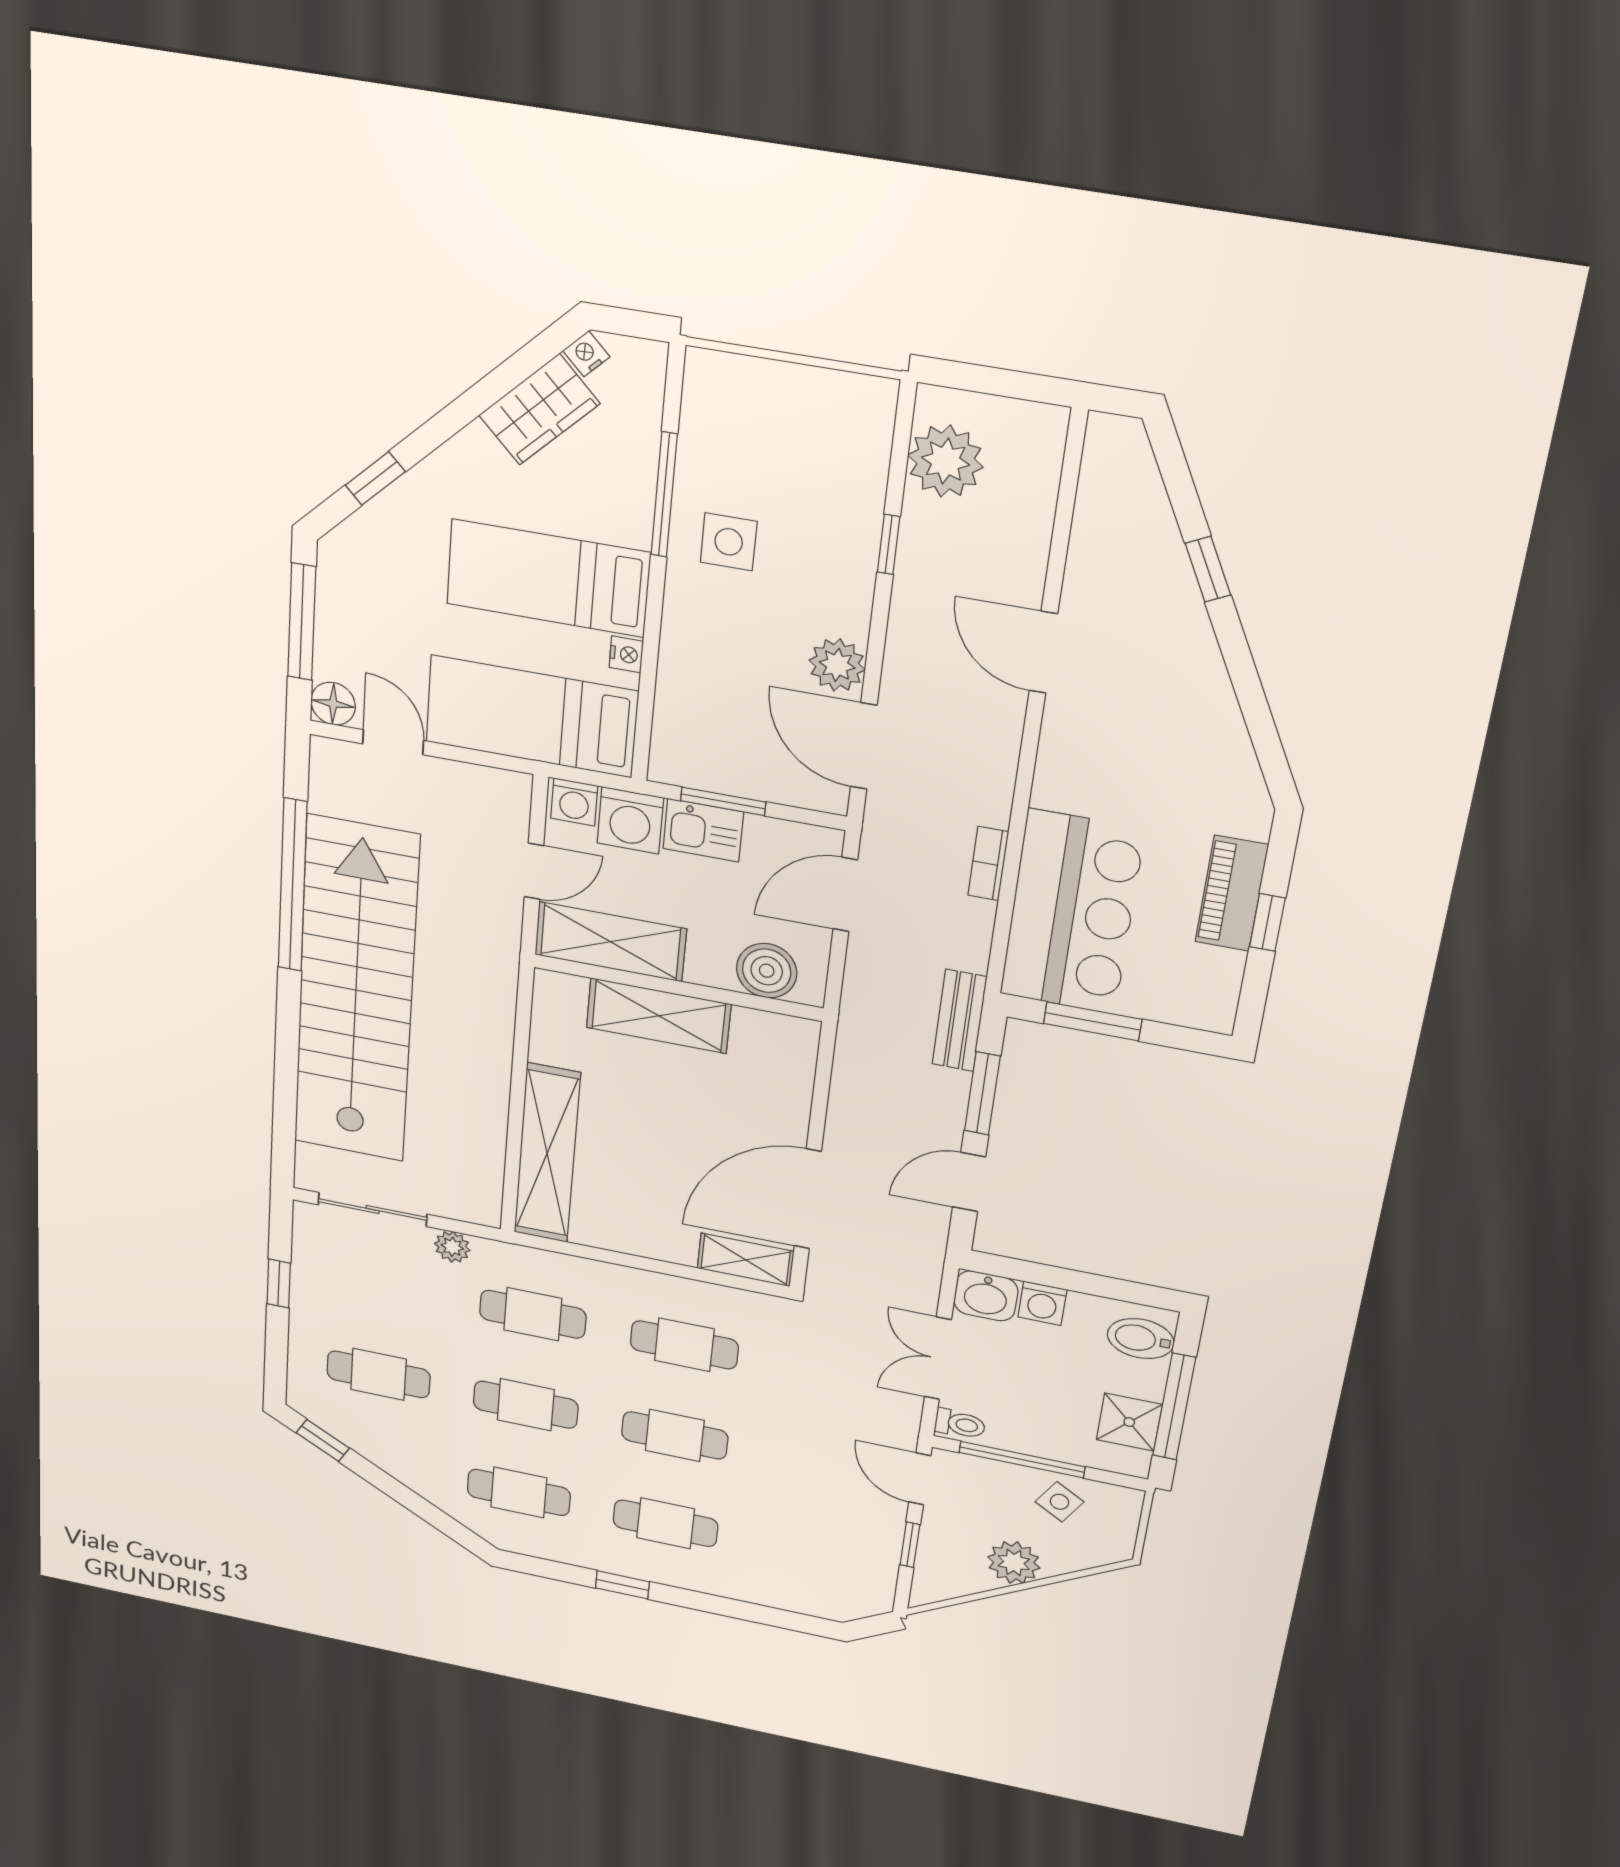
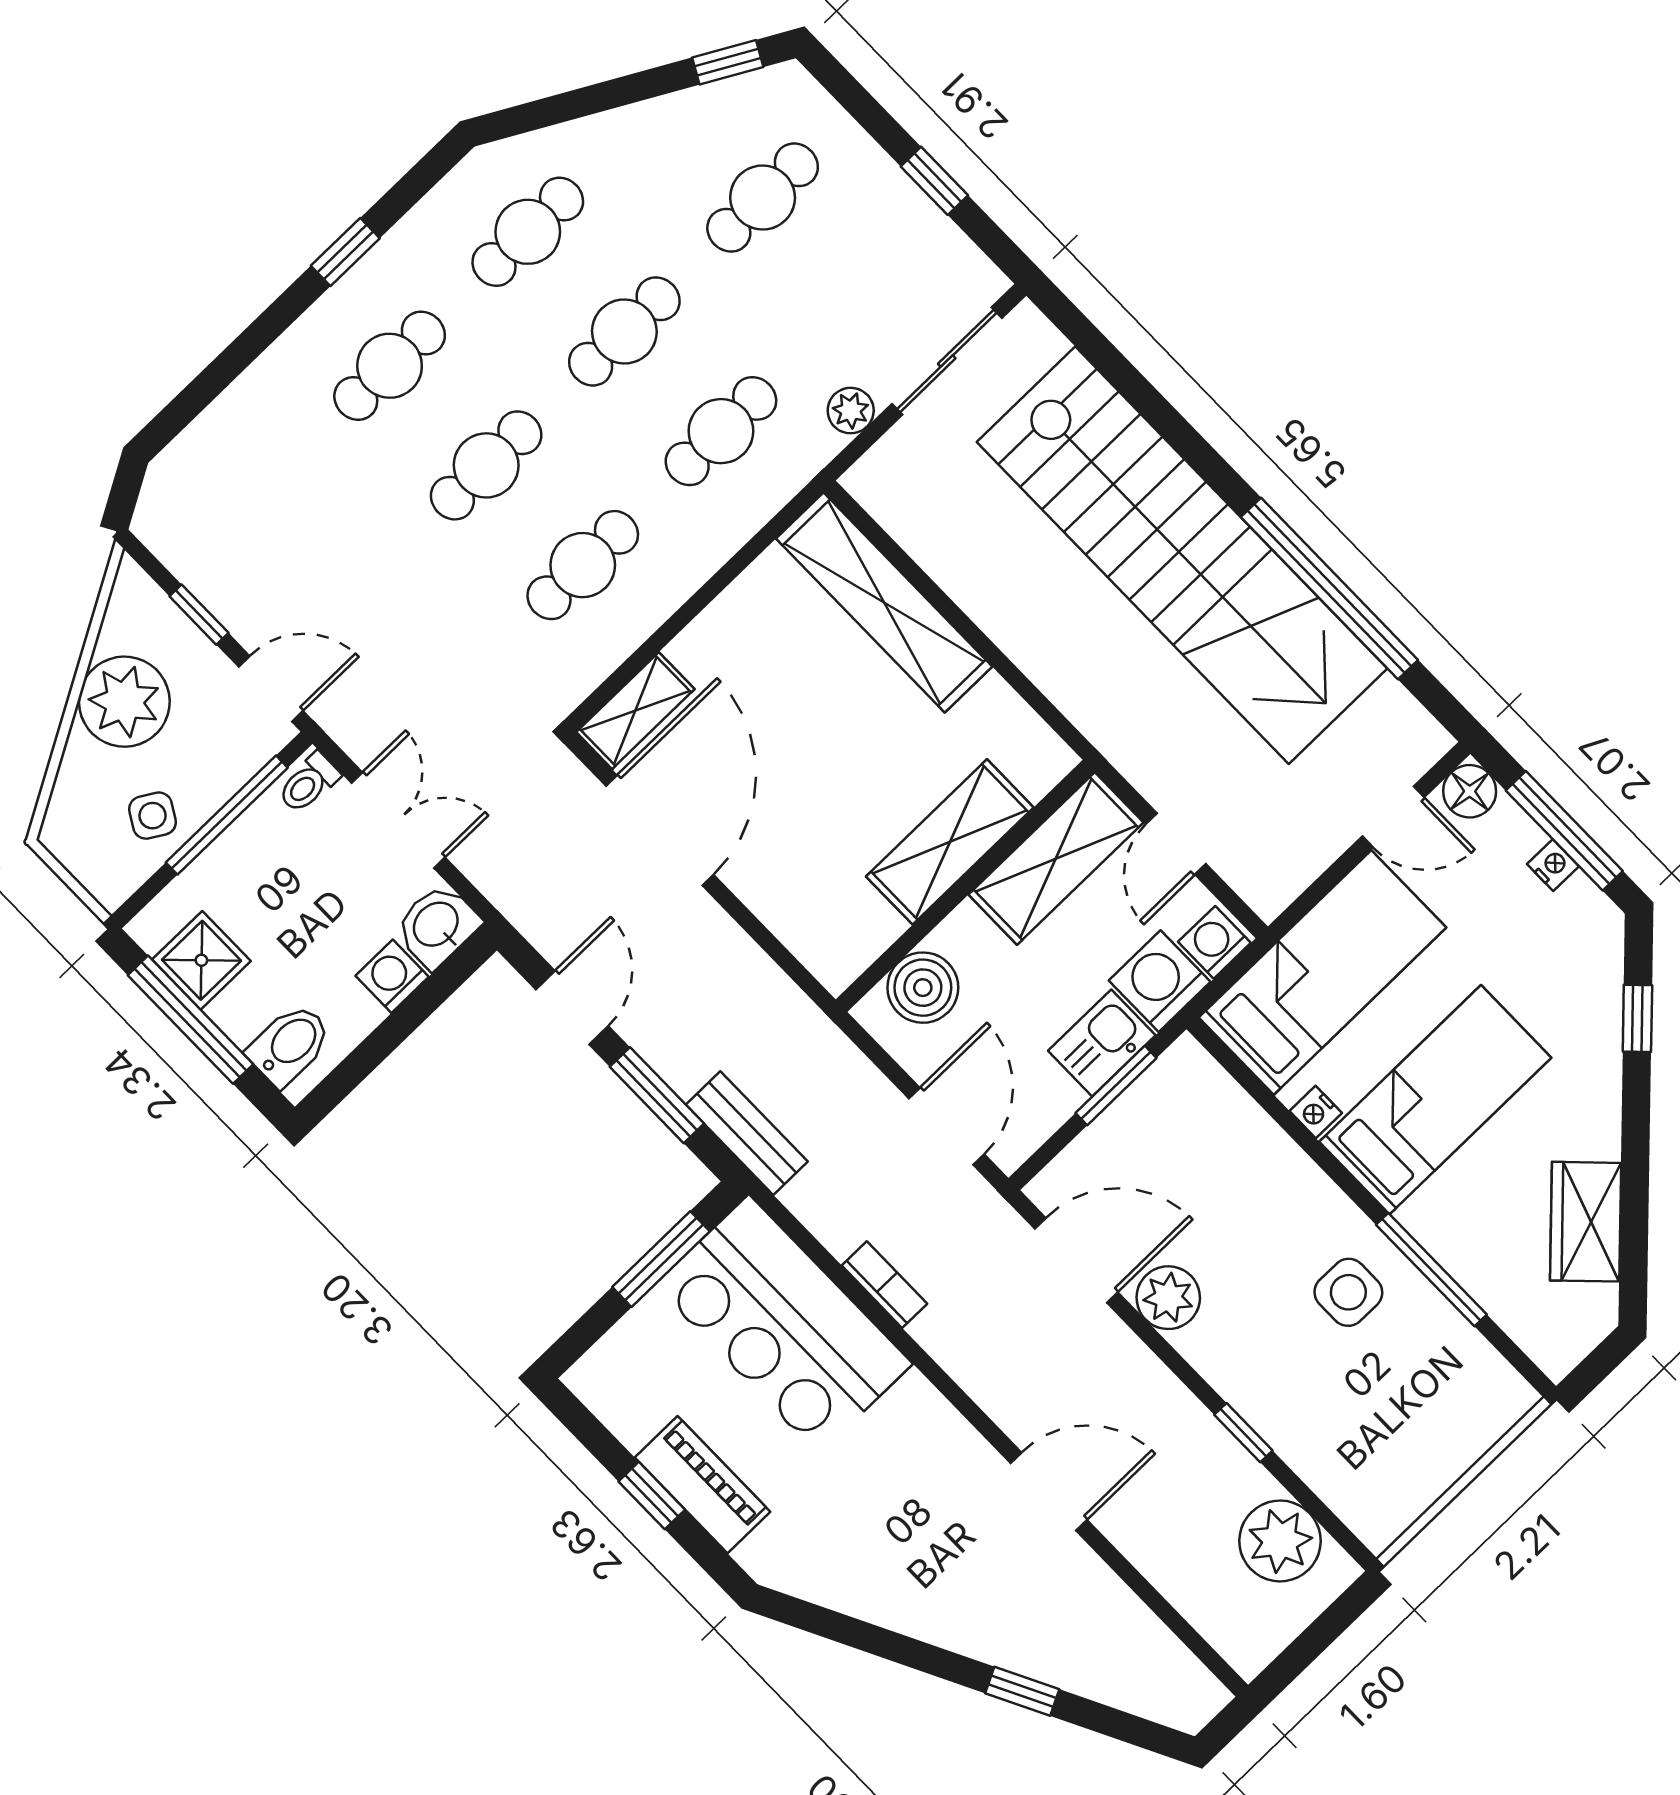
nightstand: (586, 354) -> (1553, 865), moved, turned -45
plant: (1014, 1563) -> (124, 702), width x1.36, depth x1.36

